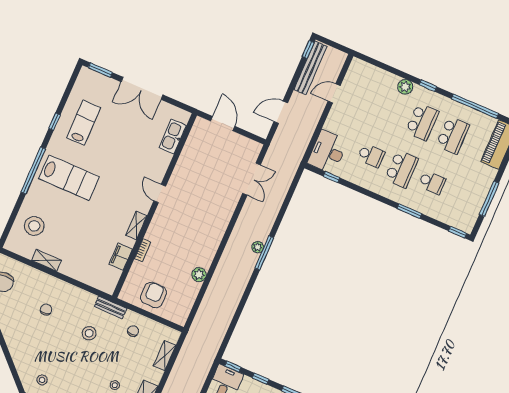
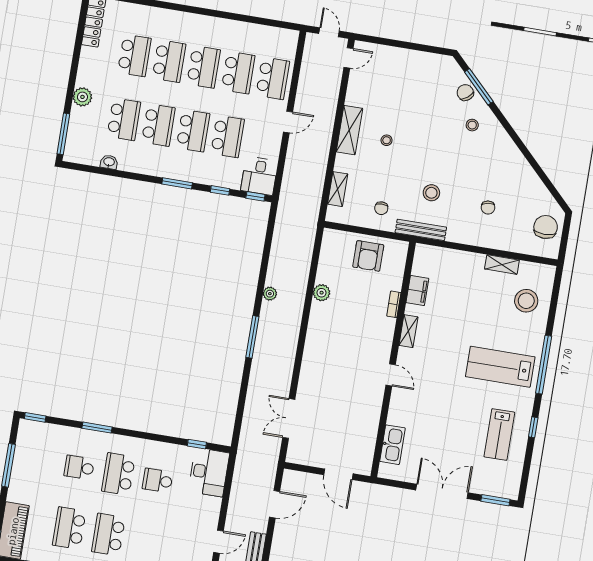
plant: (258, 247) -> (270, 294), moved
bench: (110, 307) -> (421, 230), width x1.36

